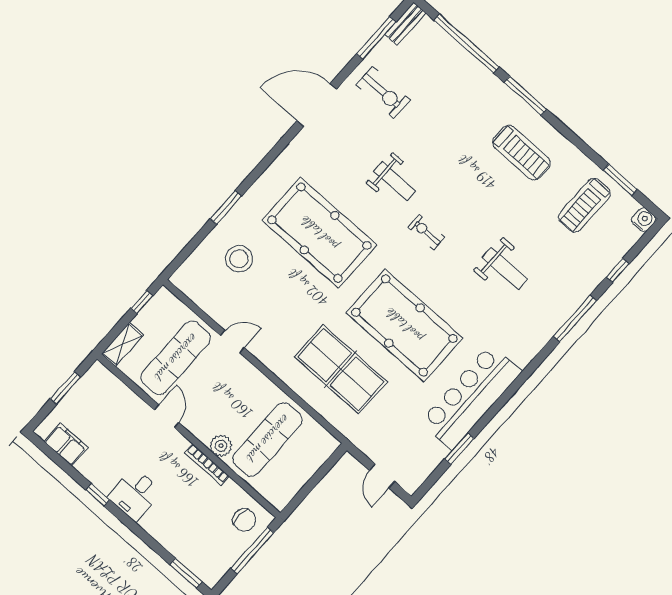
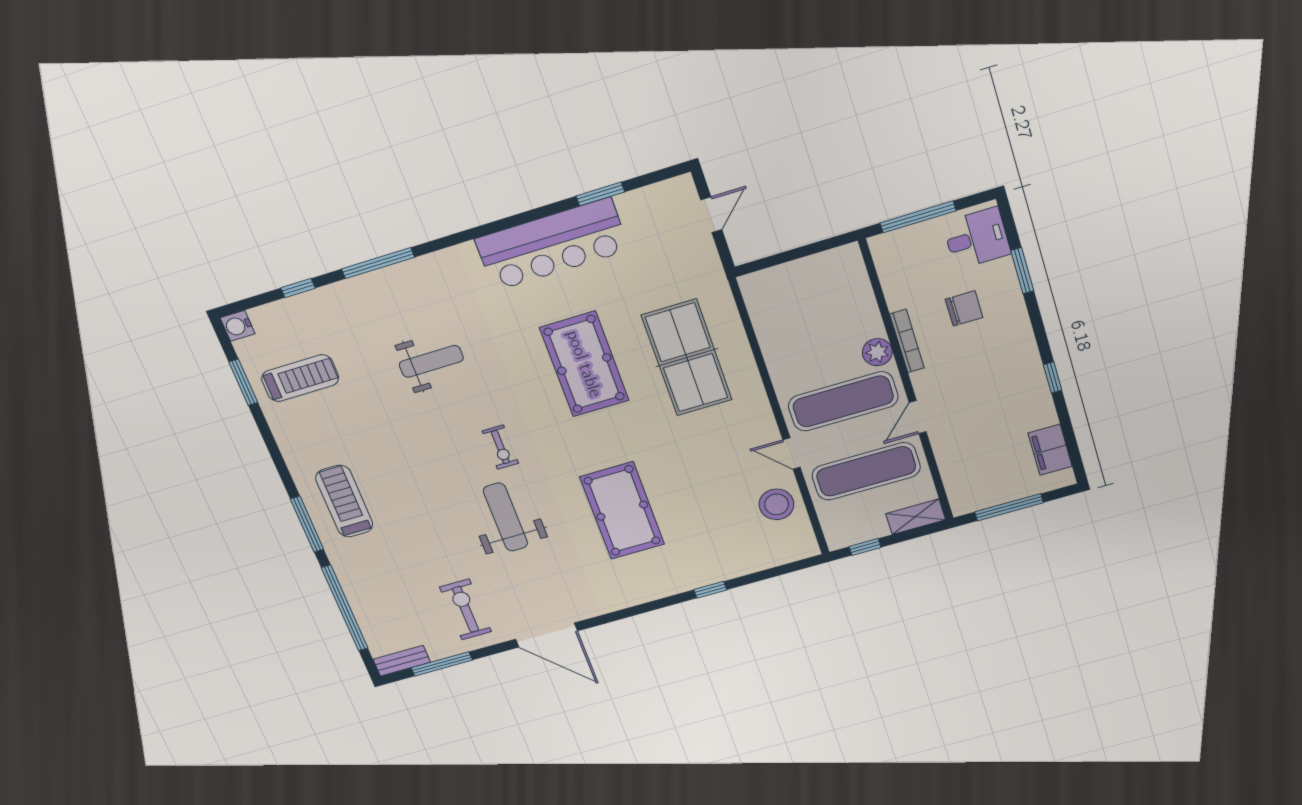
treadmill: (521, 153) -> (344, 501), moved
weight bench: (395, 181) -> (505, 517), width x1.36, depth x1.33
window: (226, 208) -> (710, 590), width x0.67
pool table: (319, 233) -> (622, 511), width x0.73, depth x0.76
stool: (239, 259) -> (776, 504), moved
weight bench: (505, 269) -> (431, 361), turned 90
pool table: (404, 325) -> (584, 364), width x0.73, depth x0.76
window: (65, 388) -> (1009, 507), width x1.44
exercise mat: (268, 439) -> (843, 401), moved
desk: (135, 494) -> (977, 238), moved
chair: (244, 520) -> (964, 308), moved, turned 90
window: (186, 573) -> (1022, 271), moved

